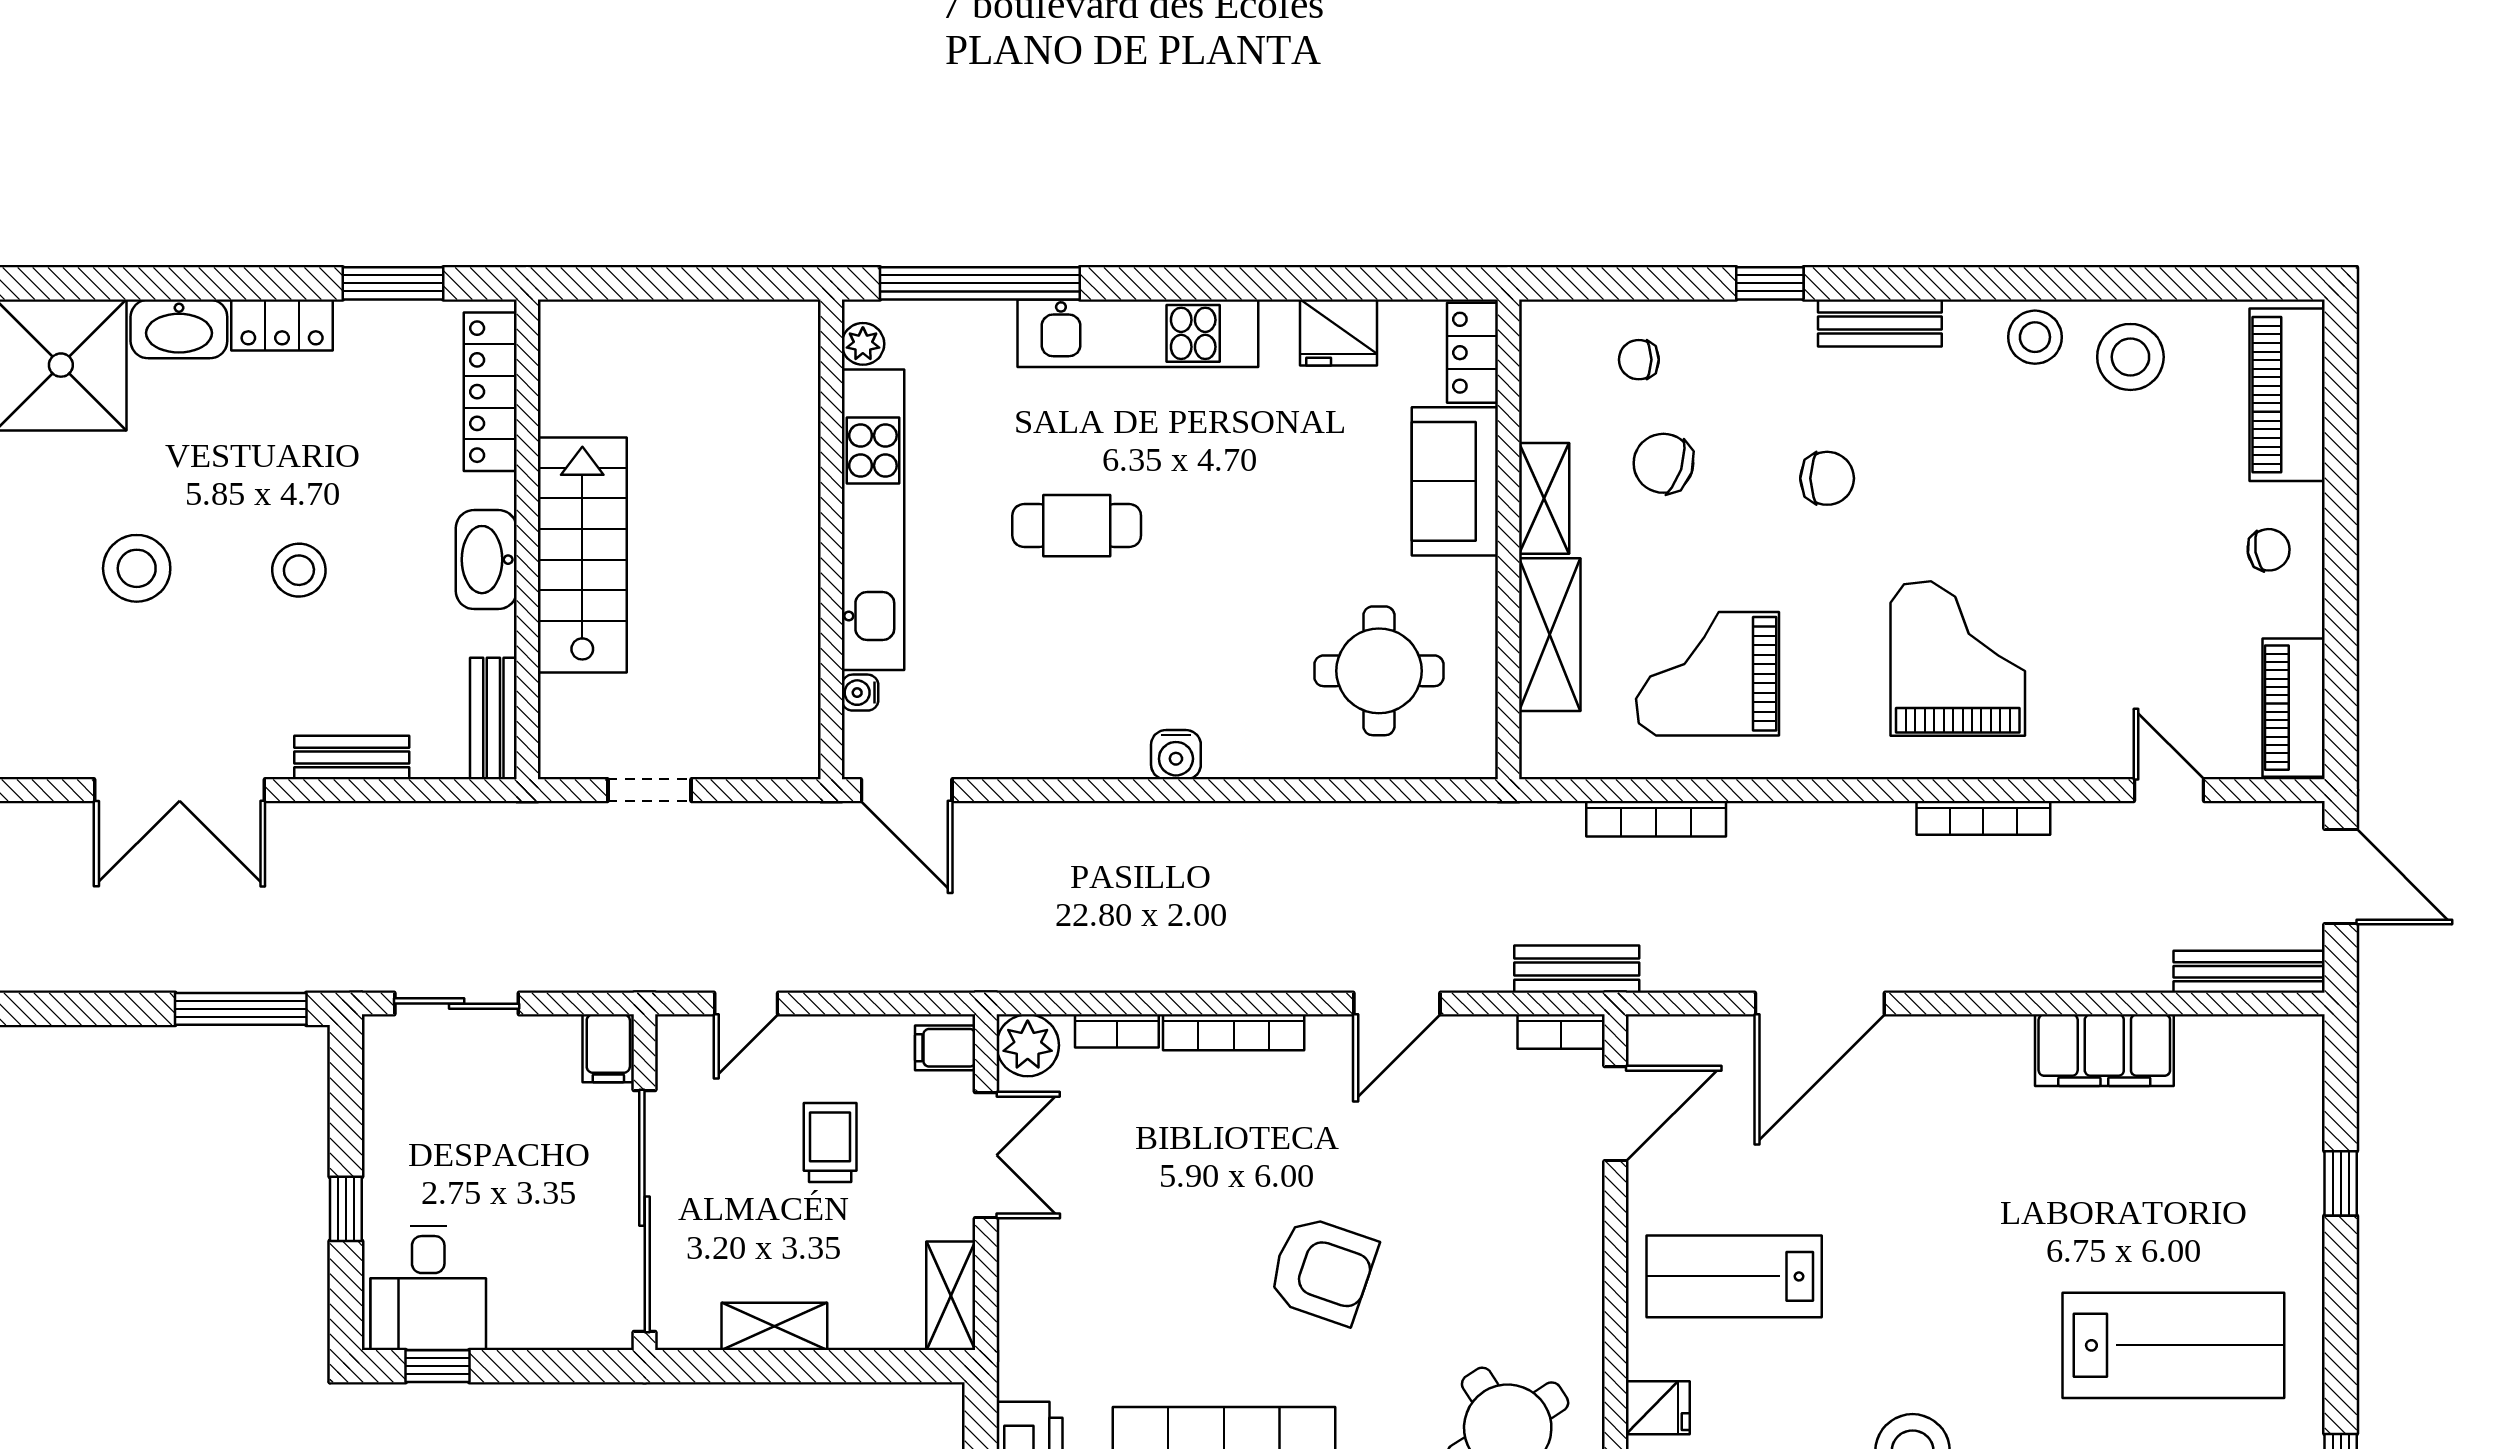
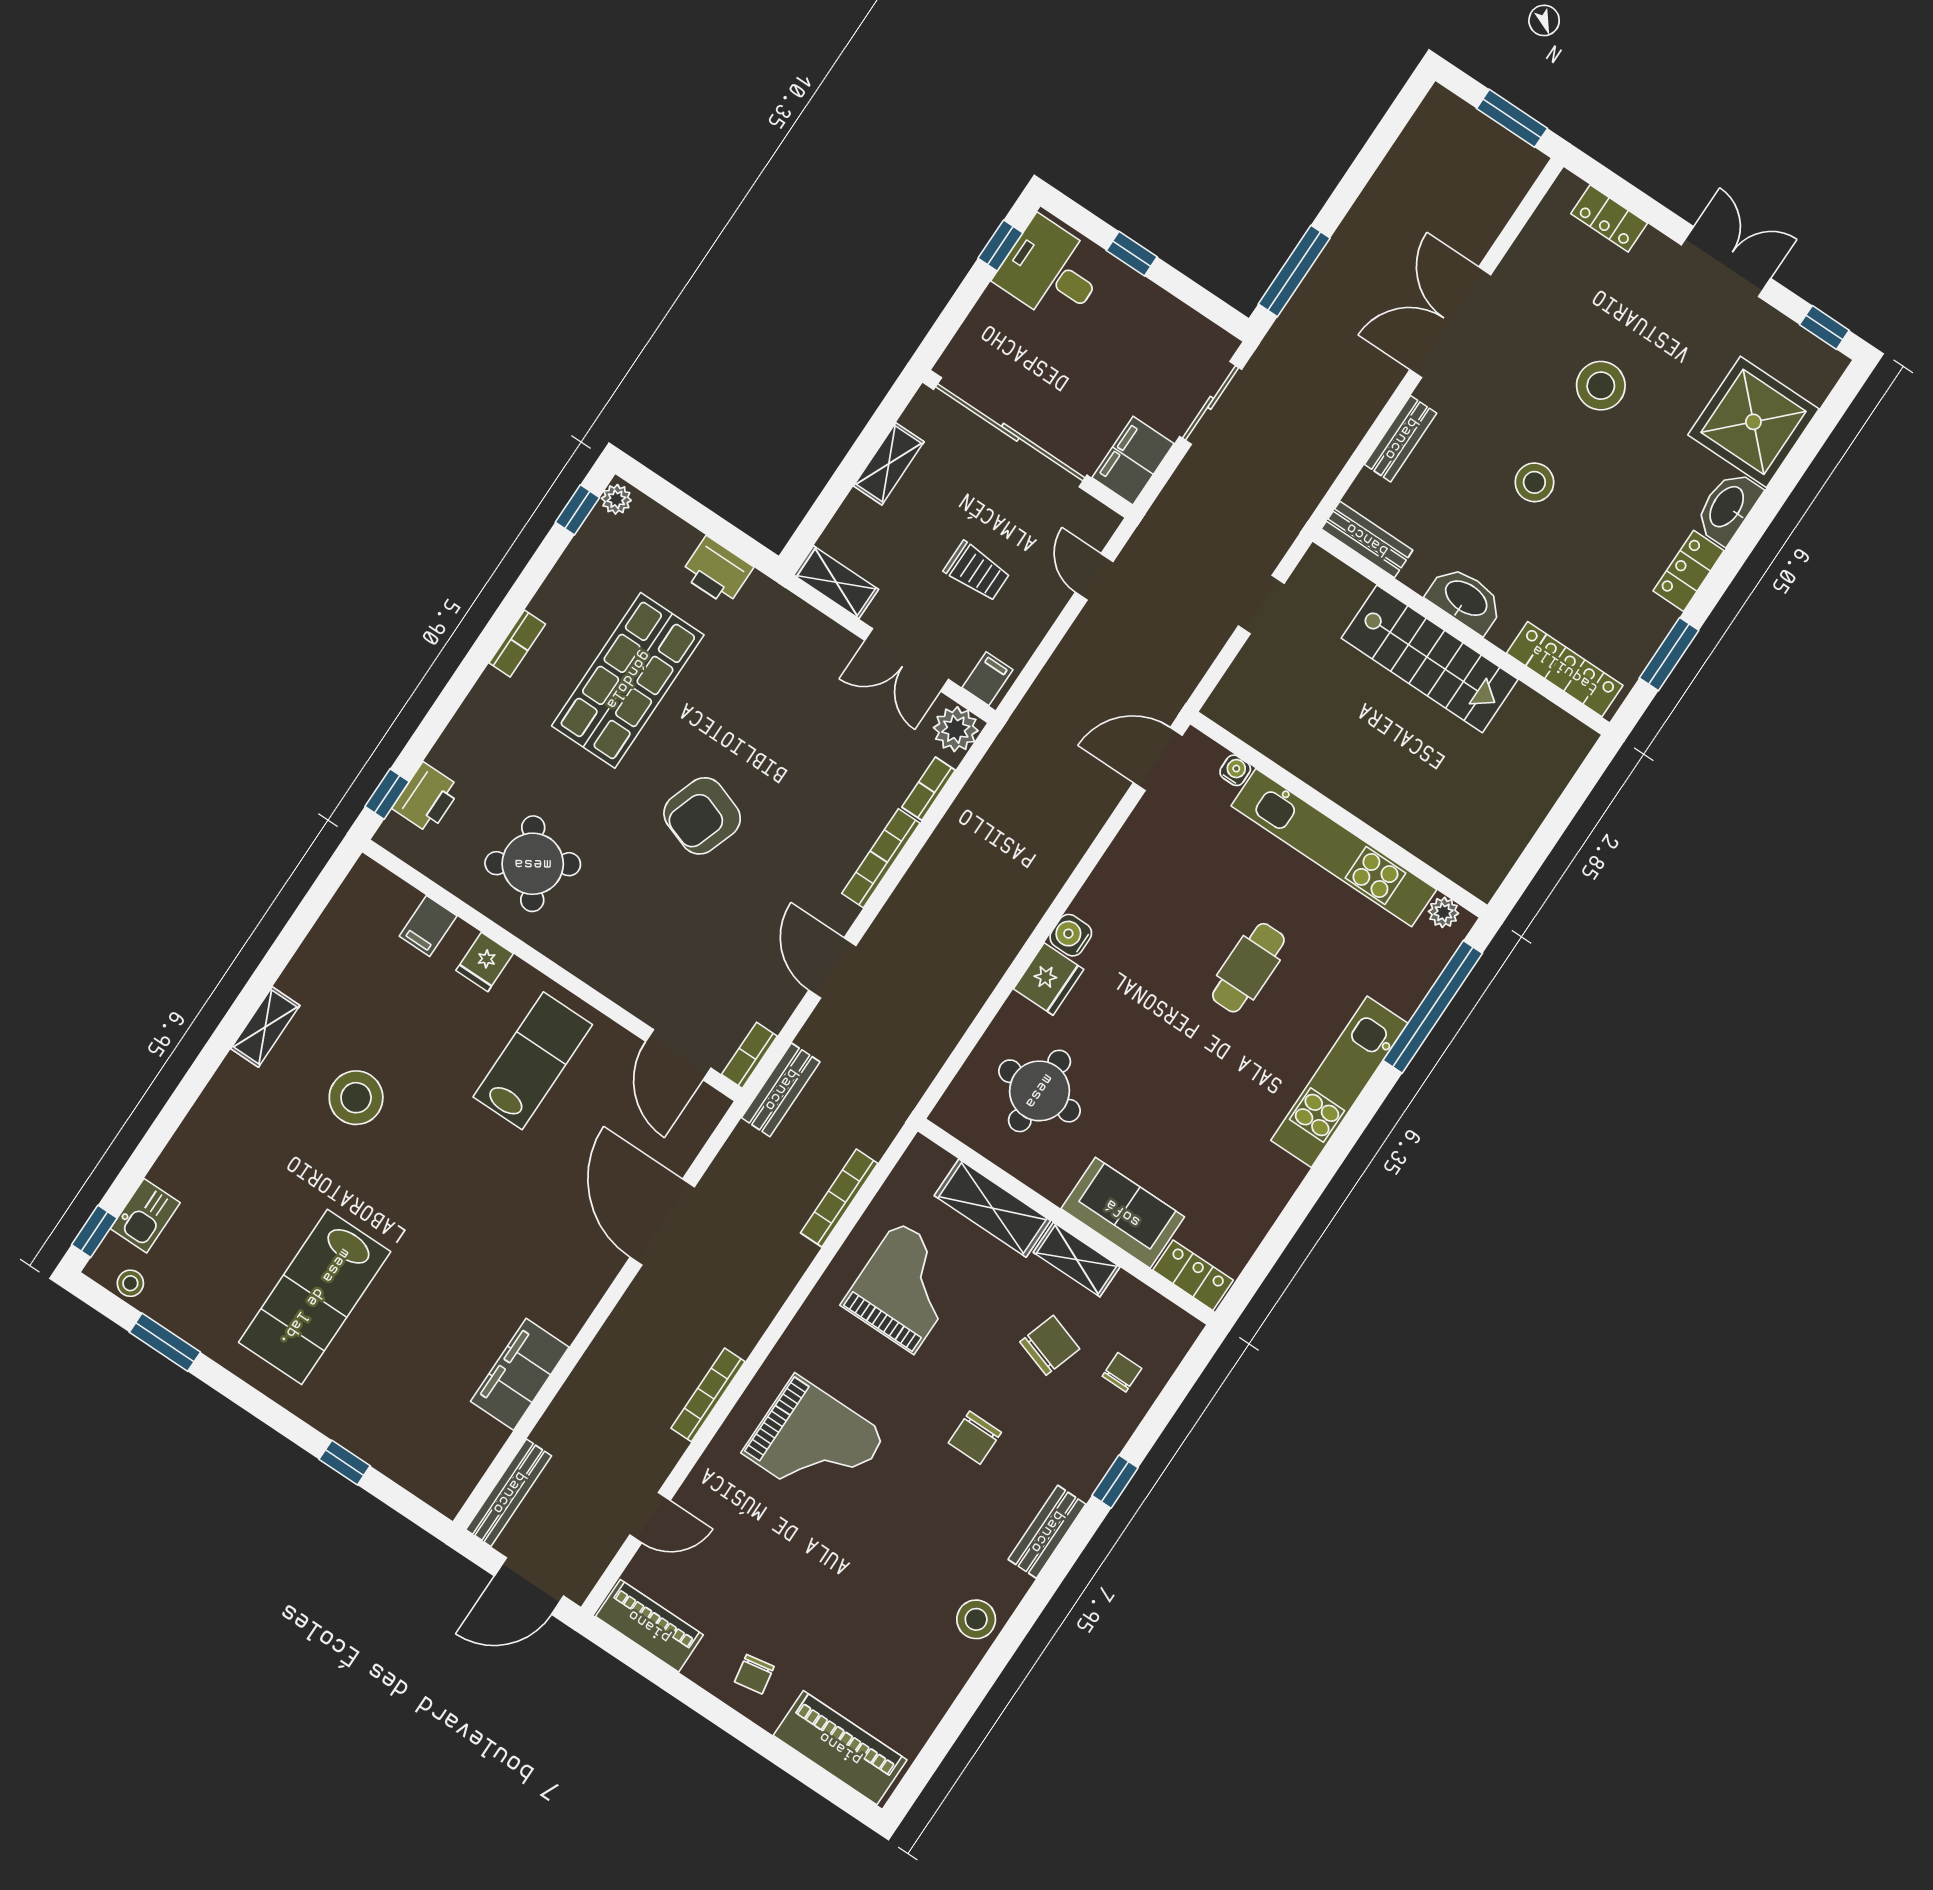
fridge: (1339, 333) -> (1049, 979), moved, turned 180
stool: (2130, 357) -> (926, 1669), removed
filing cabinet: (608, 1048) -> (1133, 461), width x2.00

